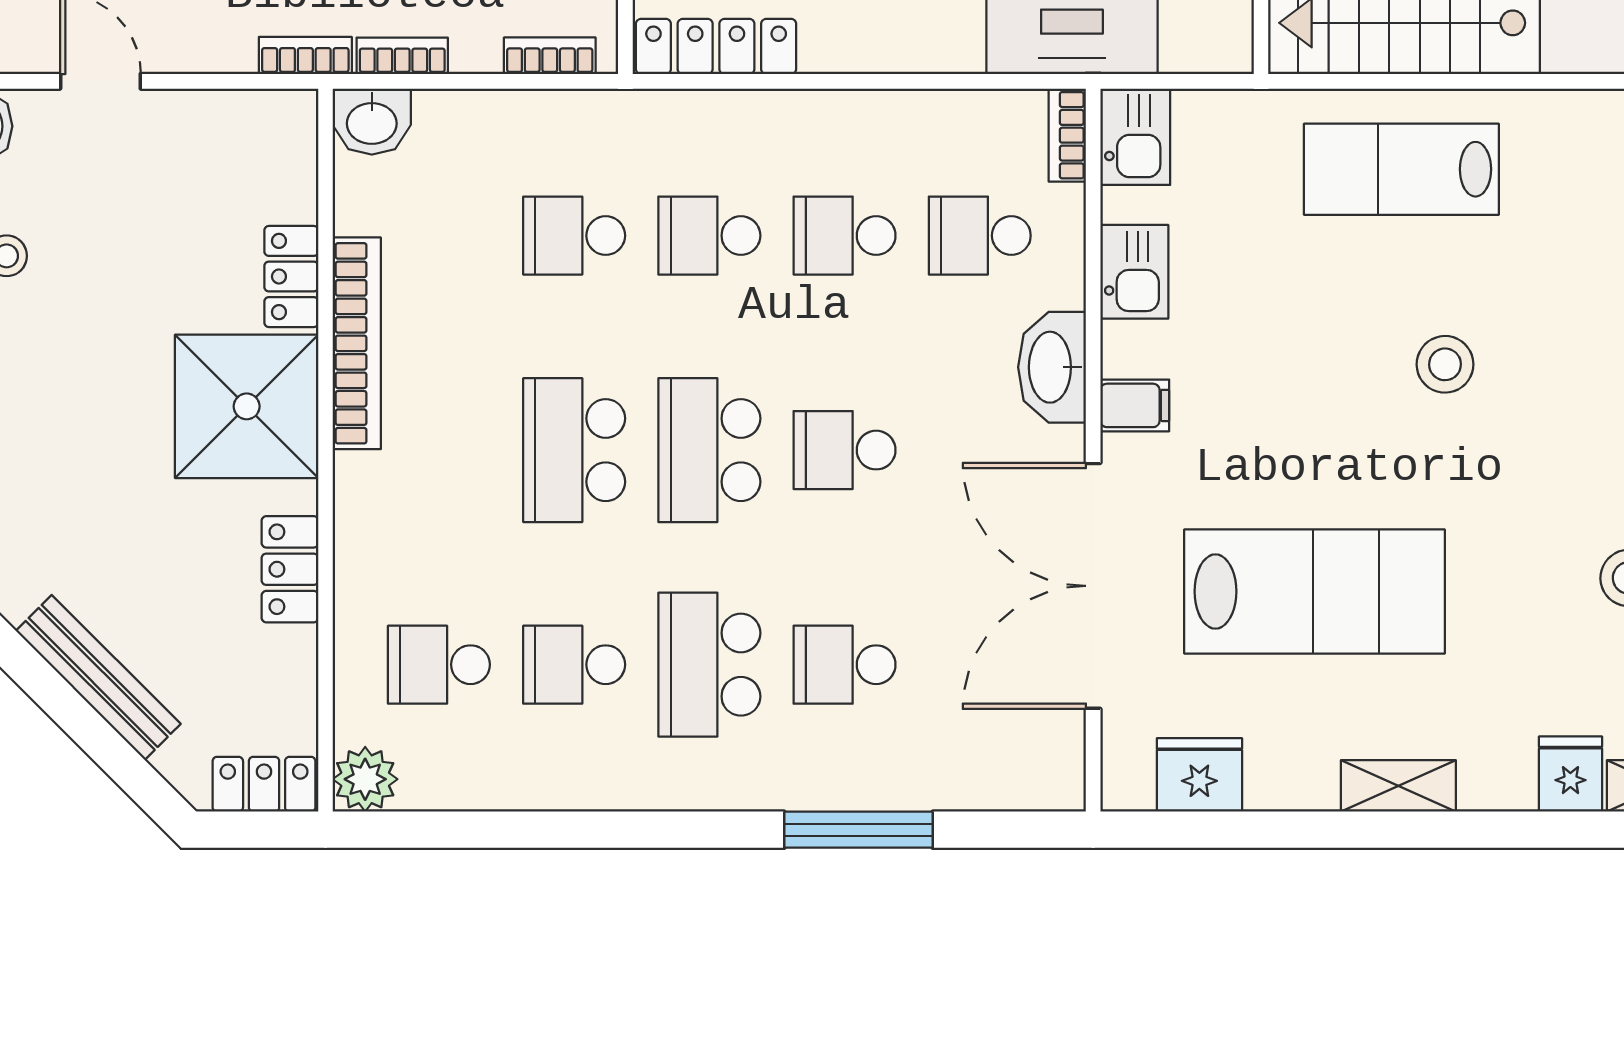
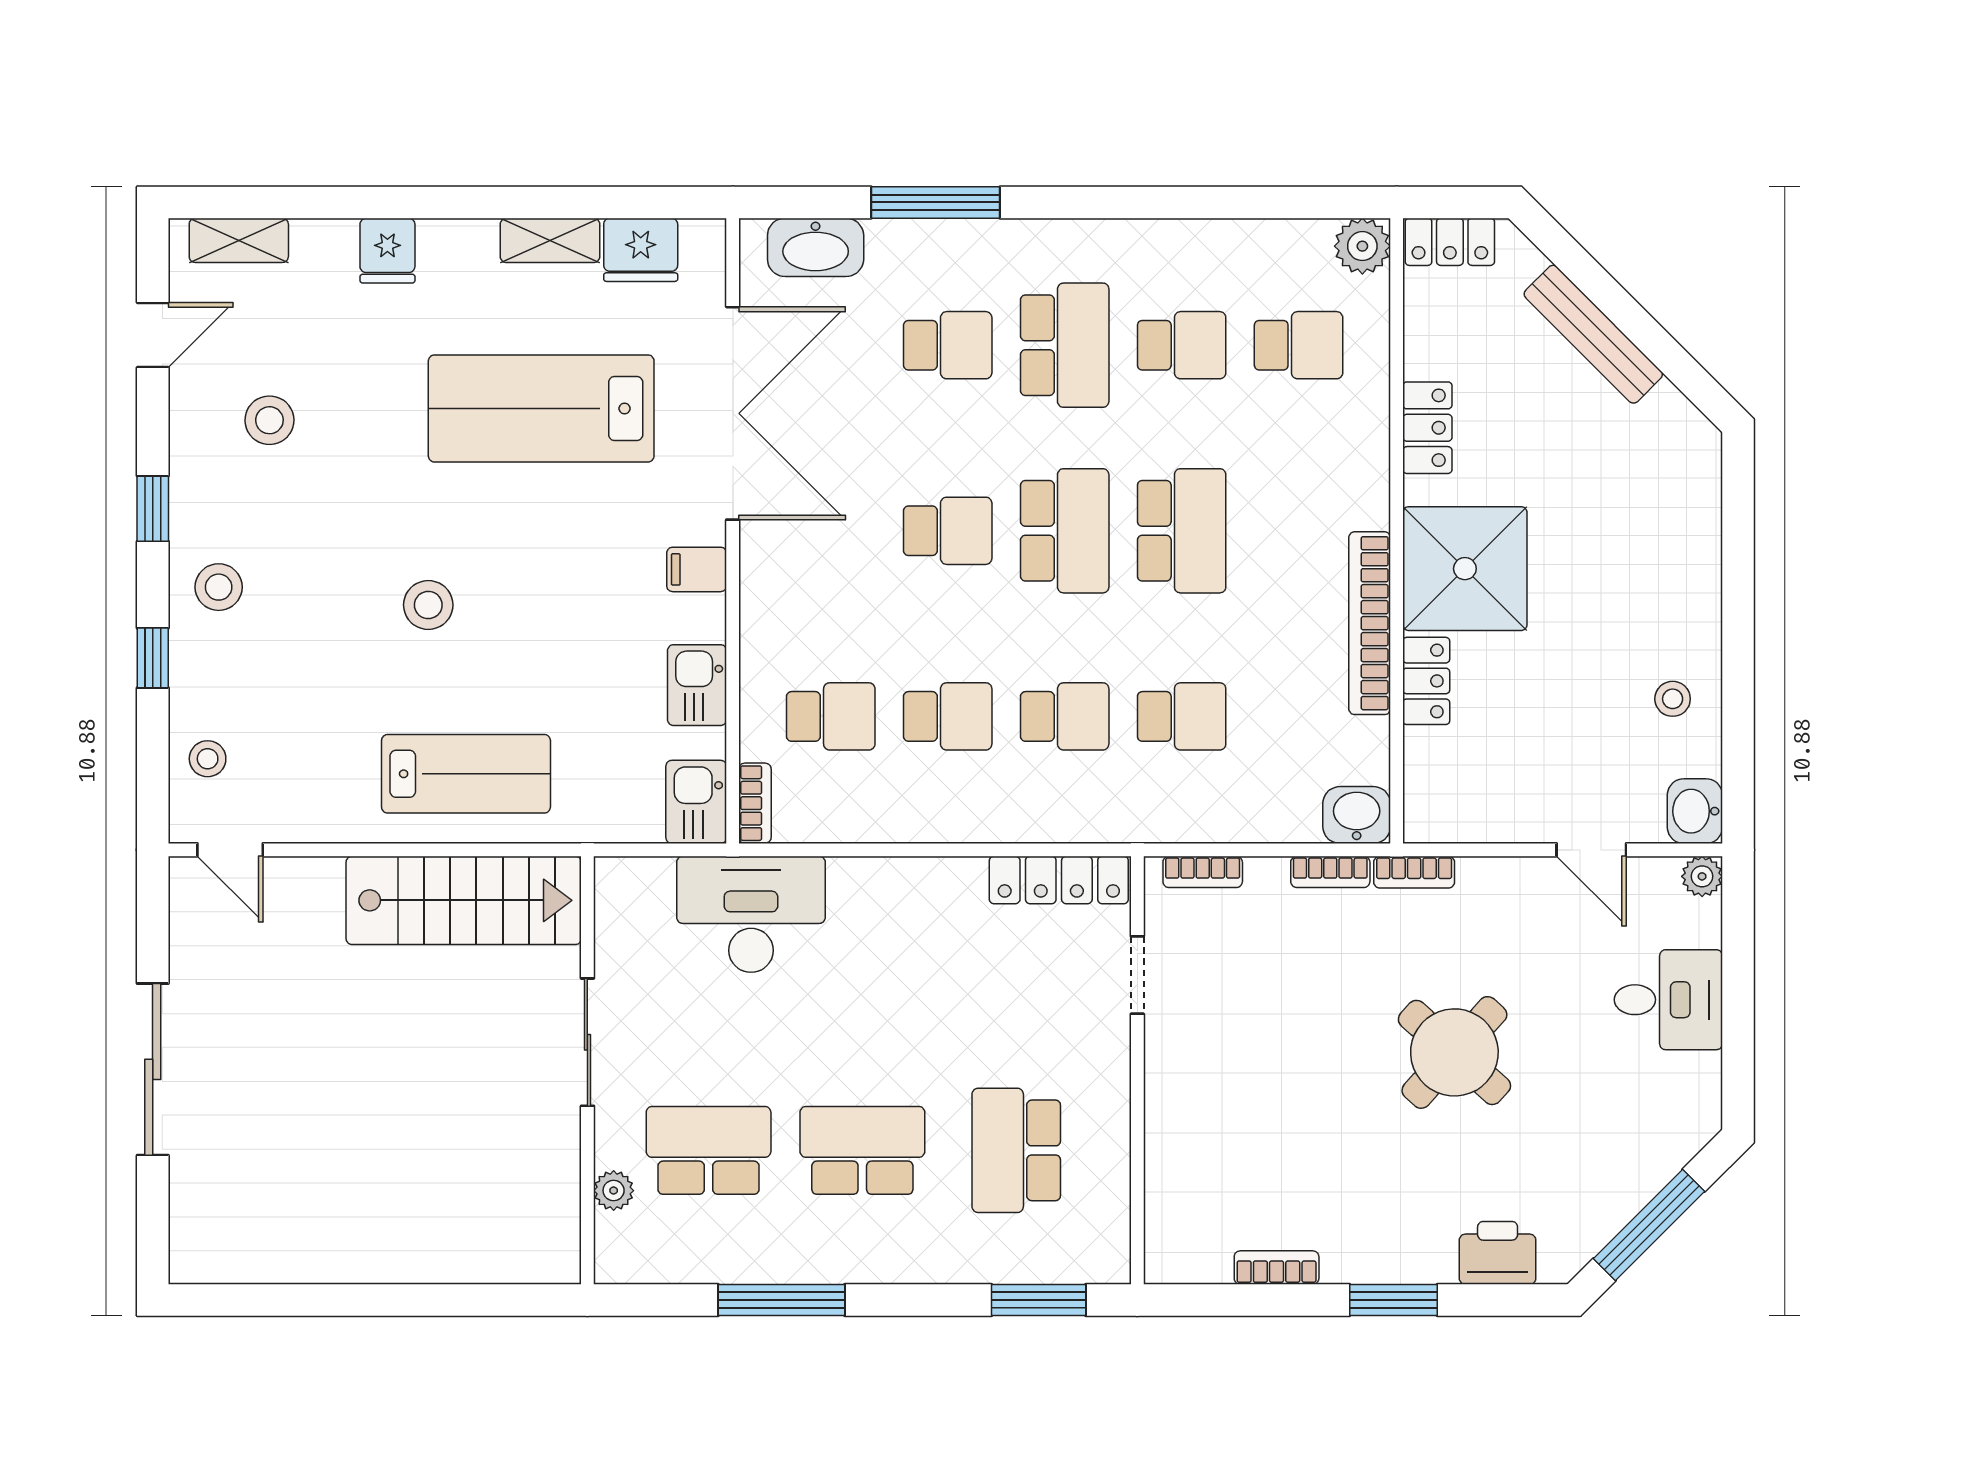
washbasin: (1052, 367) -> (816, 247), moved, turned 90
fridge: (1570, 774) -> (387, 251), moved
shelving: (1398, 786) -> (550, 240), moved

